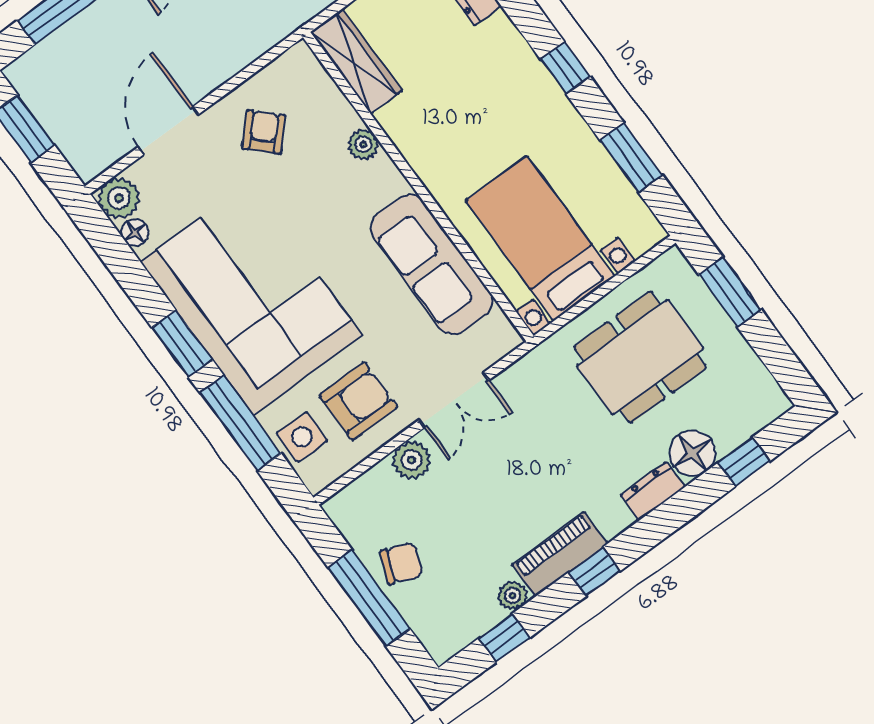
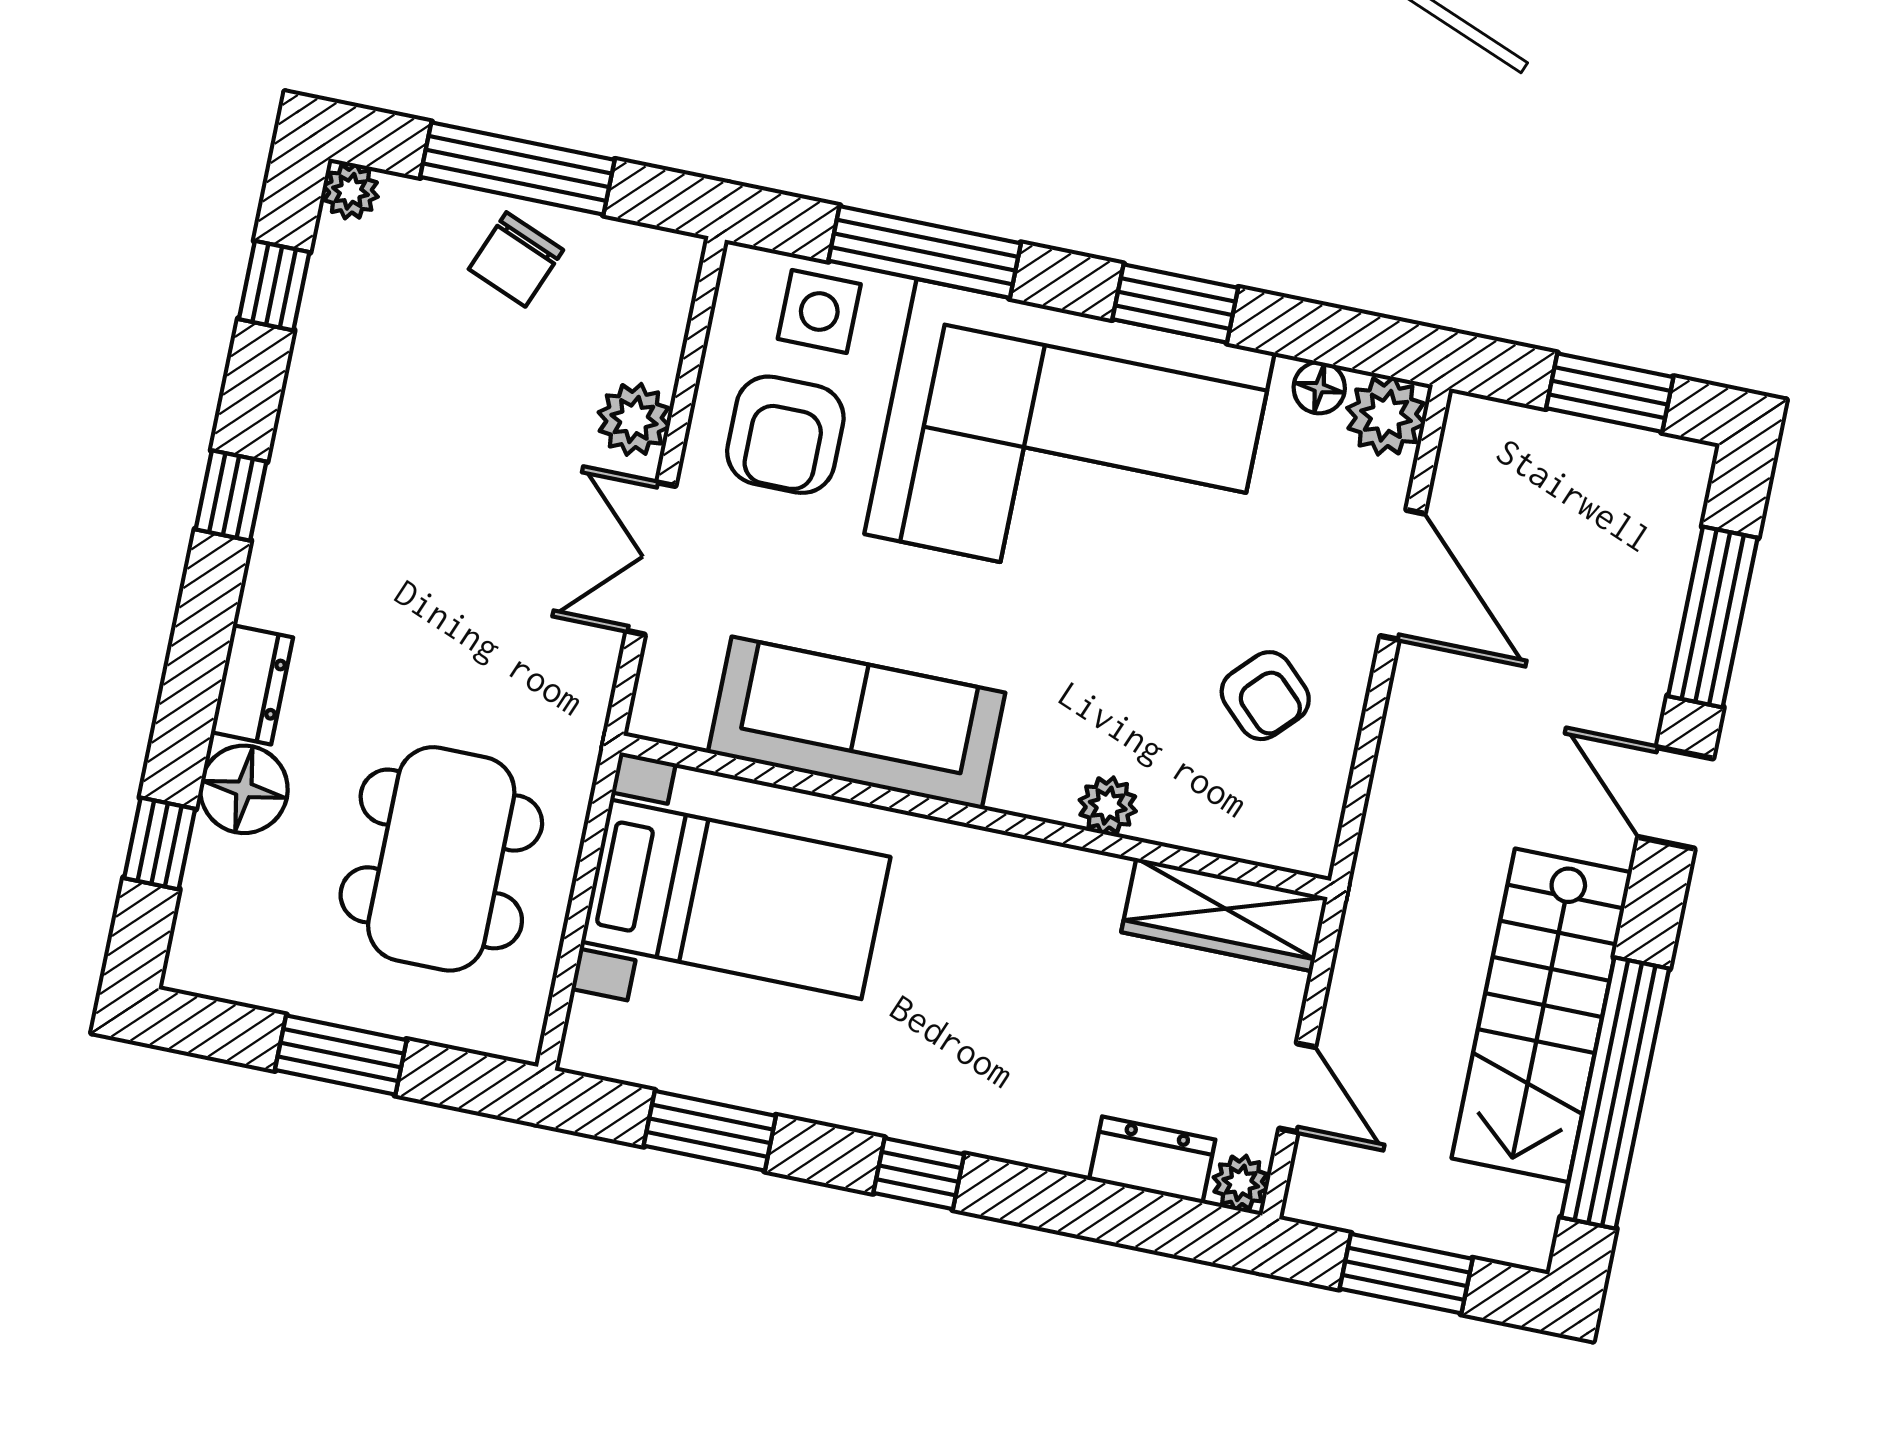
window: (730, 292) -> (341, 1055), moved
window: (182, 343) -> (1175, 303), moved
piano: (560, 554) -> (303, 476), removed
plant: (513, 596) -> (351, 191), moved

